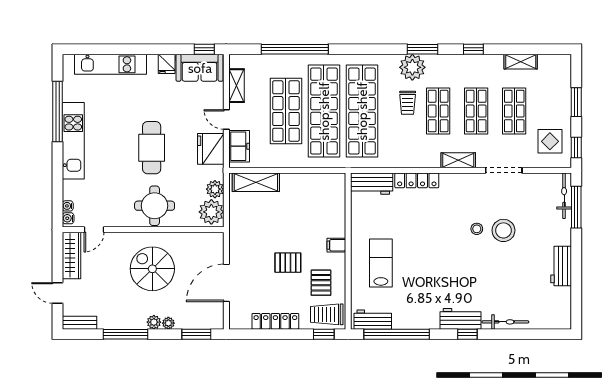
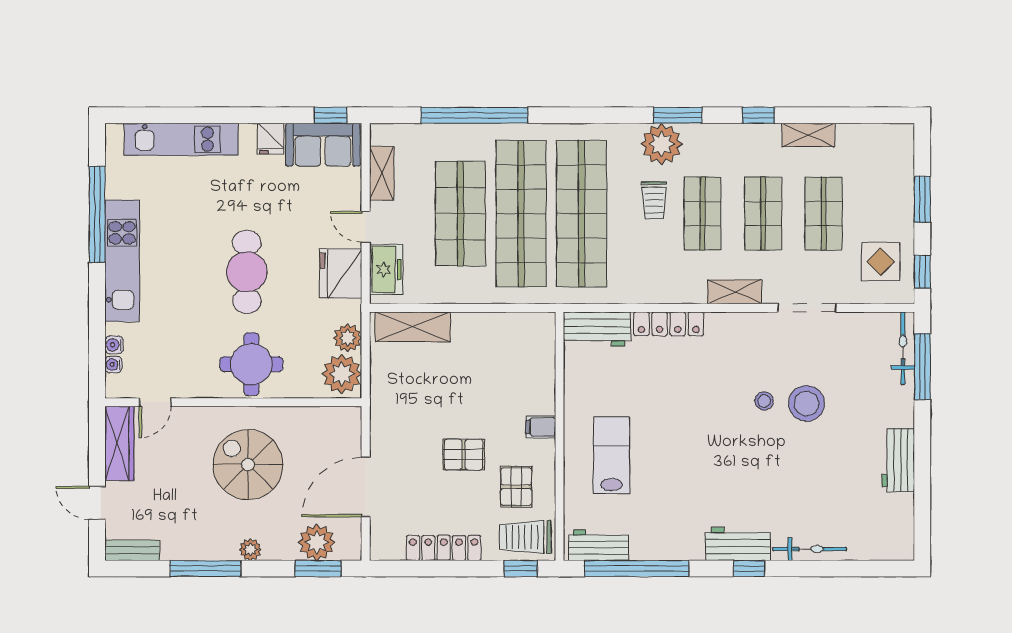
shelving: (521, 62) -> (808, 135), moved
water cooler: (68, 218) -> (114, 345), moved
plant: (168, 323) -> (317, 542), moved, width x1.88, depth x1.88

